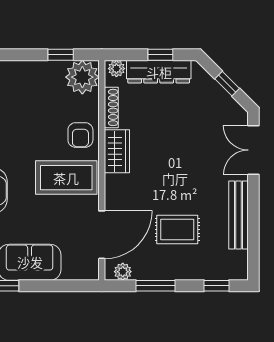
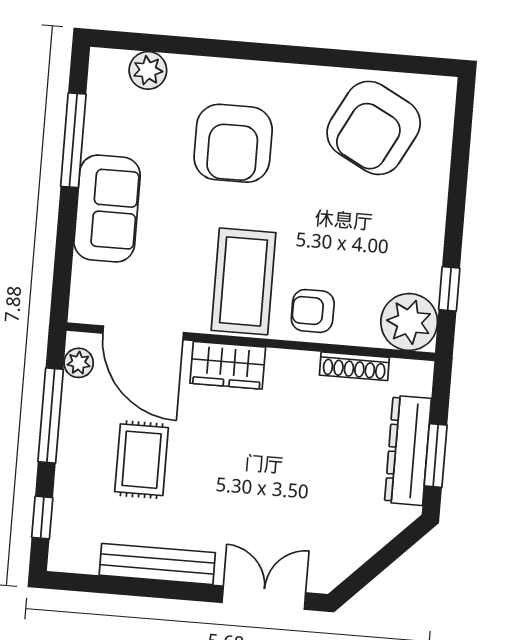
window: (160, 55) -> (436, 456), width x1.50
plant: (116, 69) -> (419, 380), removed
window: (227, 84) -> (378, 563), removed
wardrobe: (117, 151) -> (228, 365), moved
window: (155, 286) -> (51, 416), width x1.44

